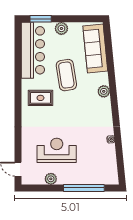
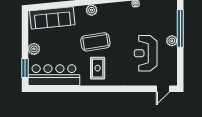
coffee table: (66, 75) -> (95, 42), moved
plant: (51, 179) -> (172, 41), moved

